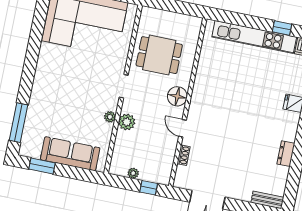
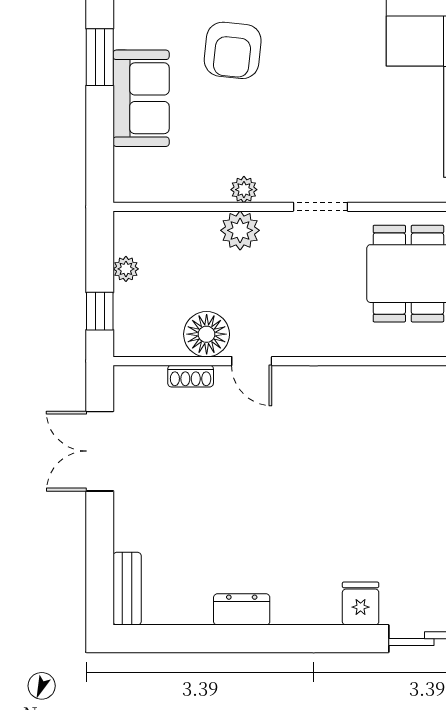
floor lamp: (177, 96) -> (207, 334), moved
armchair: (51, 110) -> (233, 50), added
door: (183, 128) -> (252, 361), swing flipped
sofa: (70, 154) -> (141, 98), width x0.73

